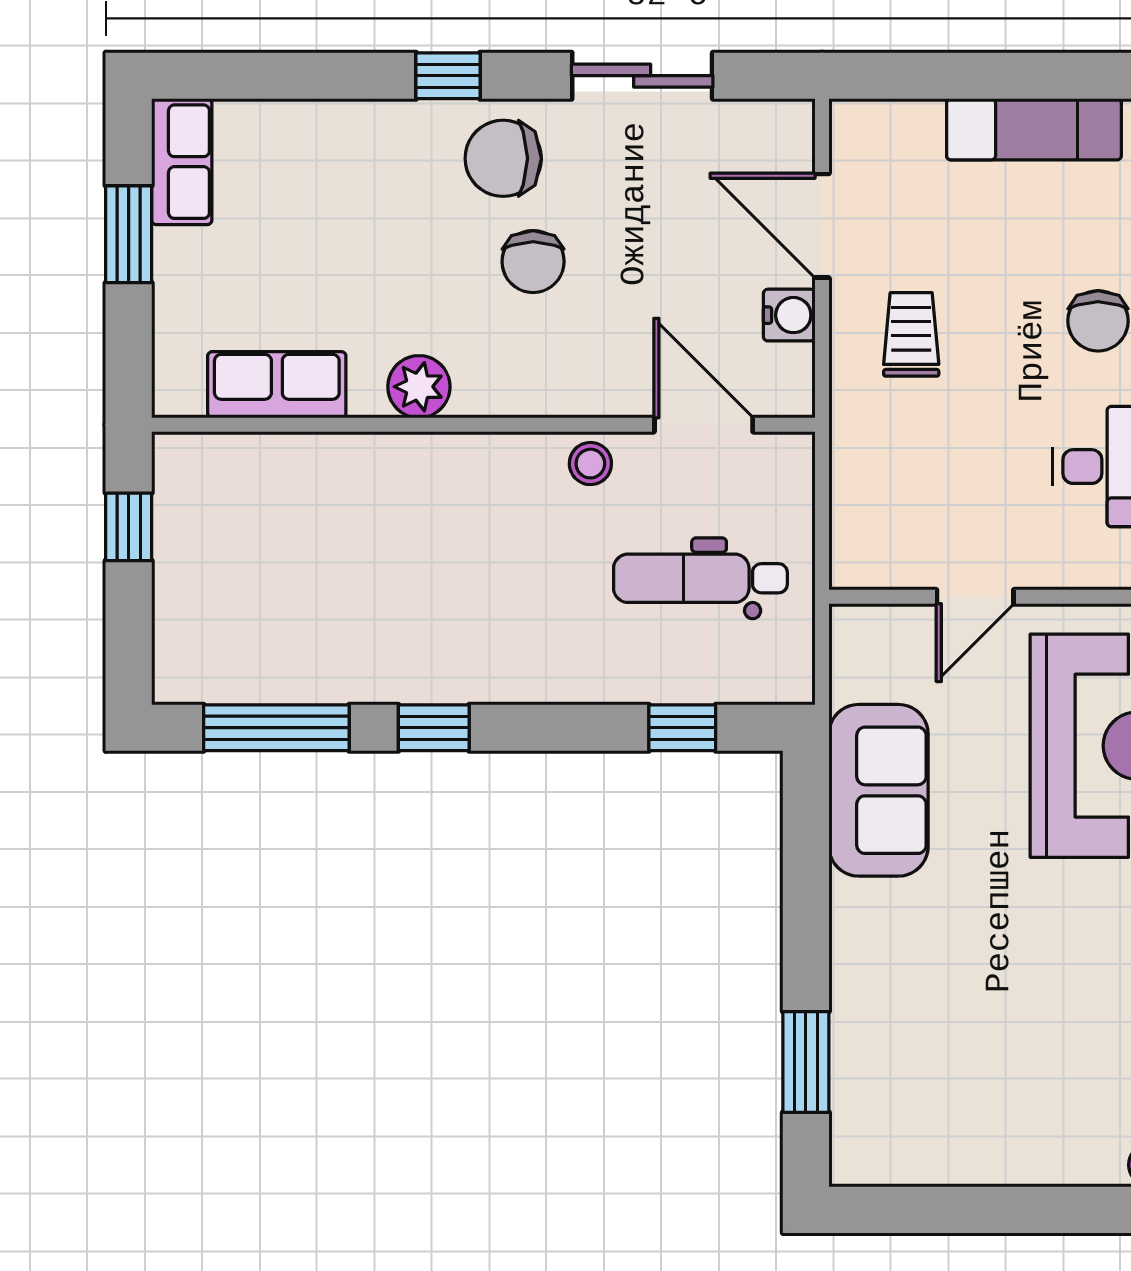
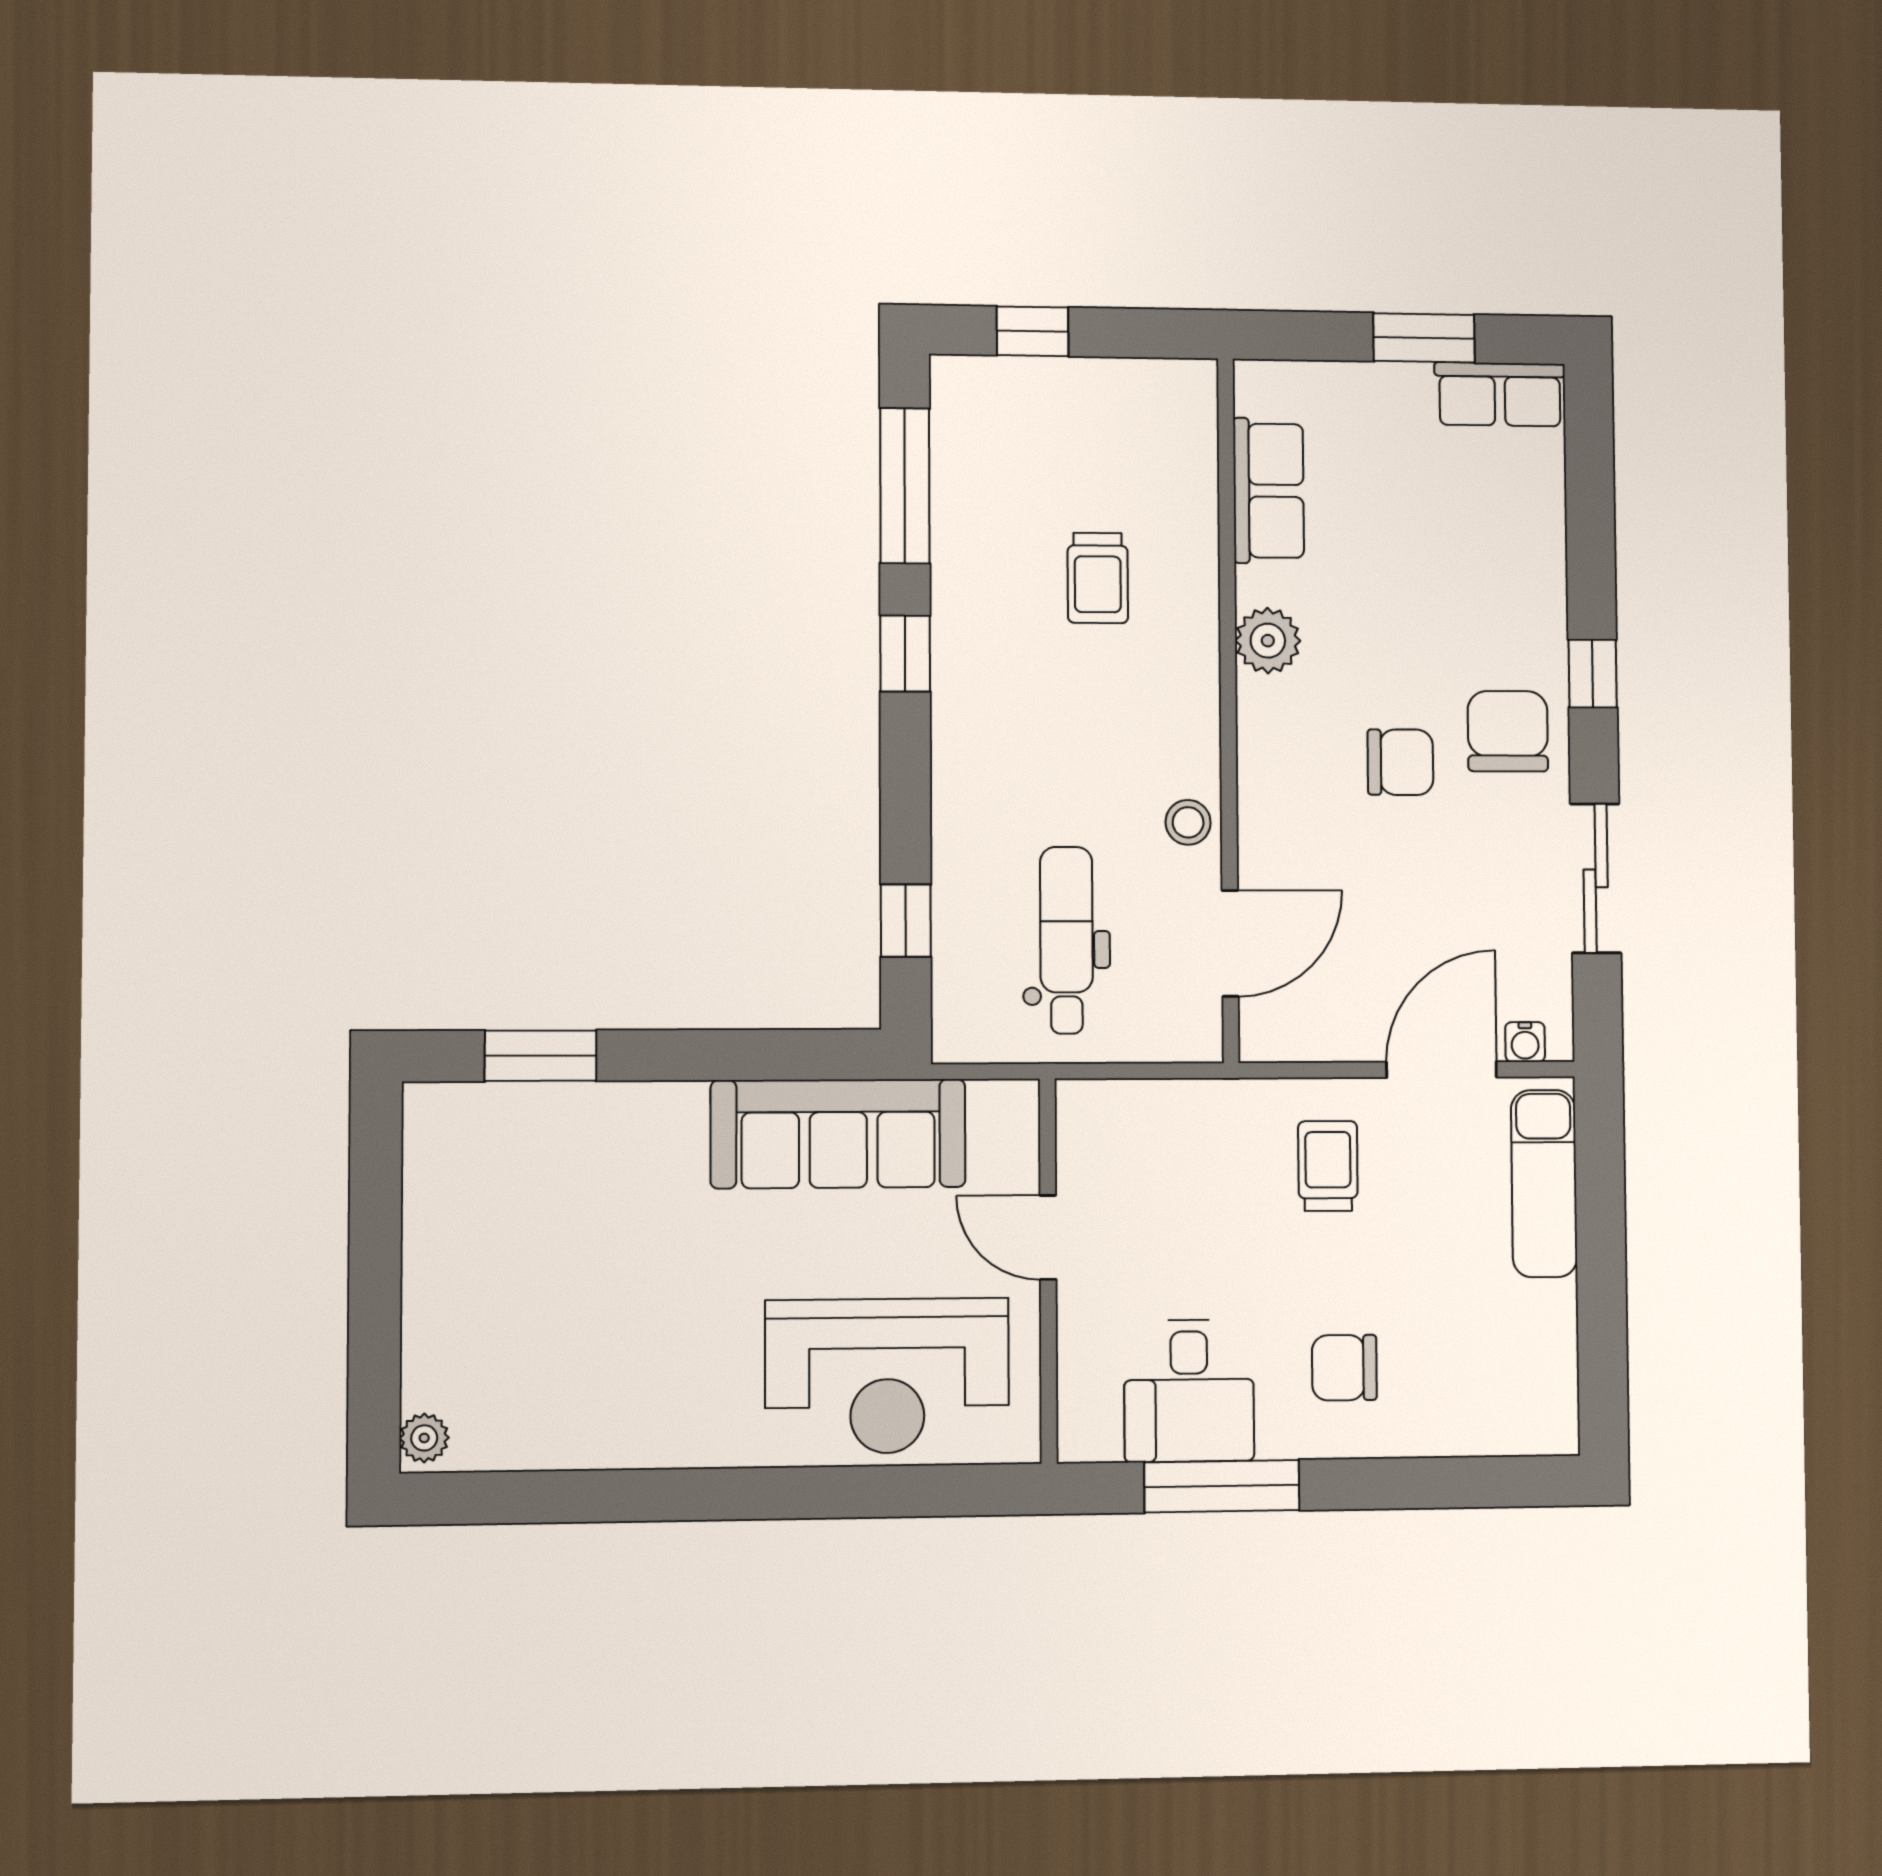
exam couch: (1034, 129) -> (1544, 1184), moved
chair: (533, 262) -> (1400, 762), turned 180
water cooler: (789, 315) -> (1525, 1042), moved, width x0.72, depth x0.72
trolley: (911, 334) -> (1328, 1166), turned -90
window: (129, 527) -> (1033, 331), moved
trolley: (361, 547) -> (1098, 578), added
sofa: (879, 790) -> (838, 1134), width x1.36

